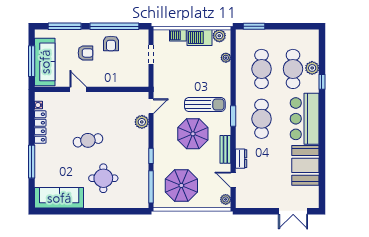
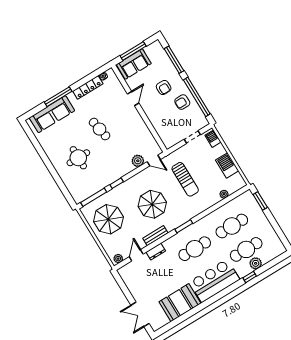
barbecue: (178, 35) -> (213, 139), moved
plant: (219, 36) -> (237, 179), removed
sofa: (45, 62) -> (134, 64), width x0.73
sun lounger: (205, 105) -> (185, 179), moved
sofa: (59, 198) -> (52, 114), moved, turned 90

